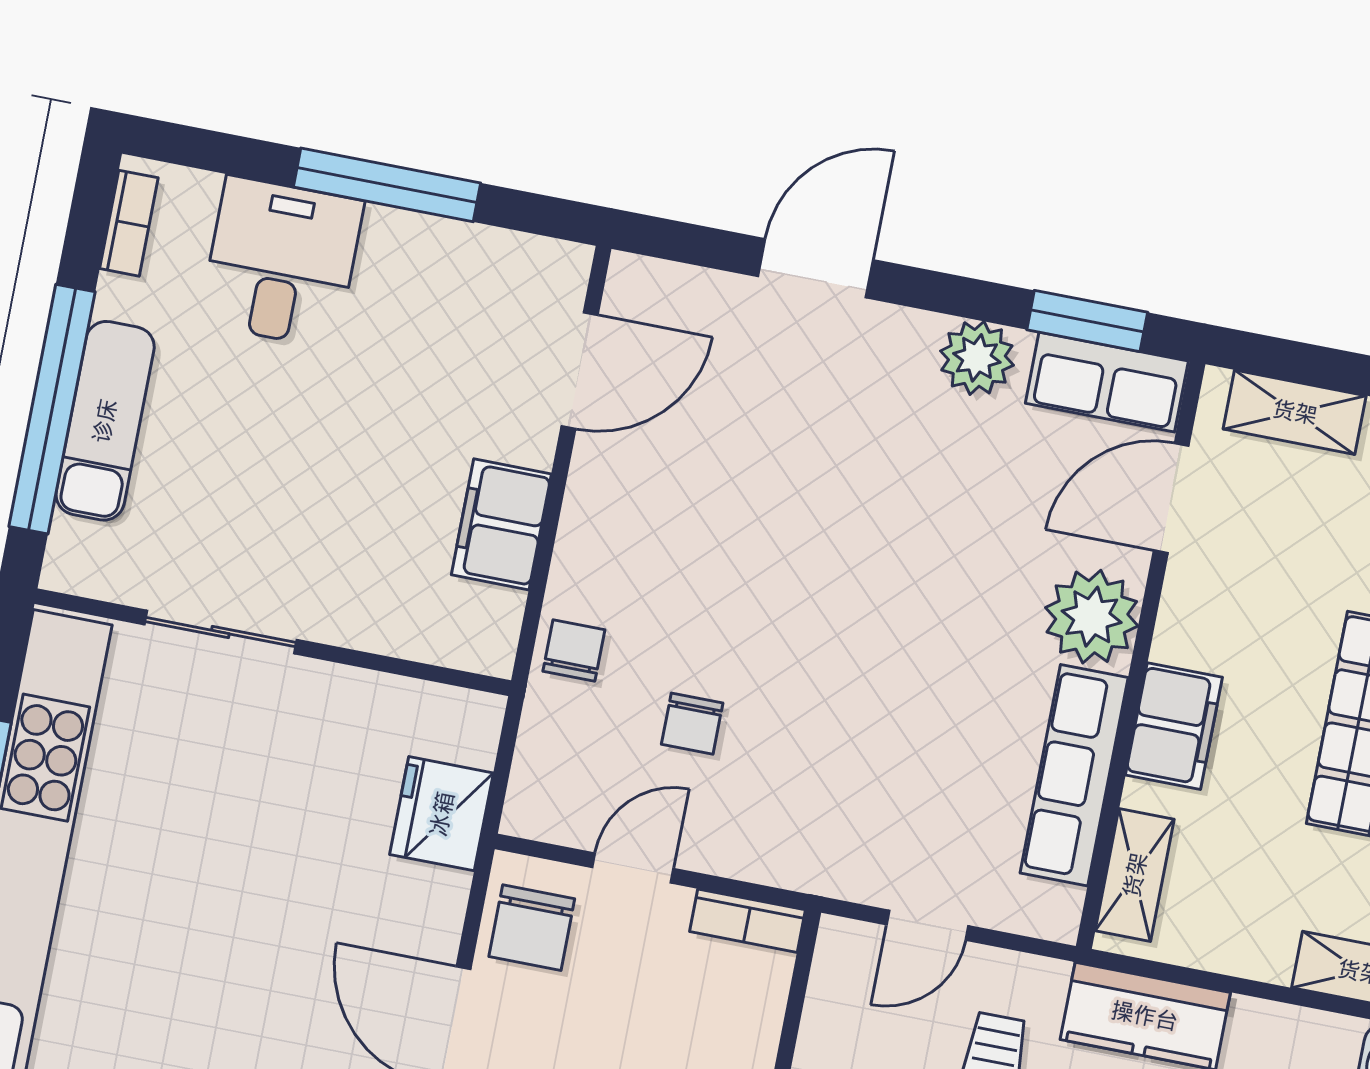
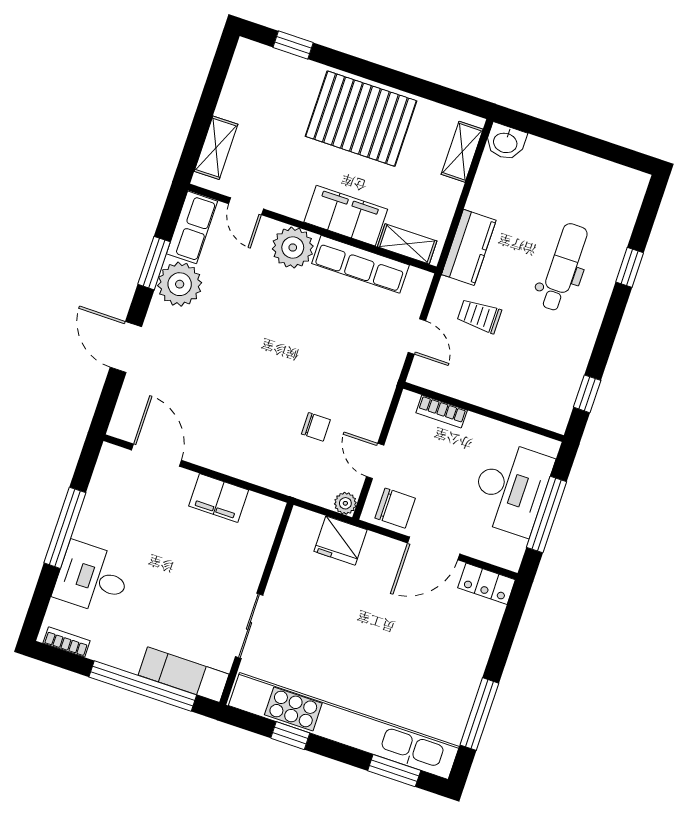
window: (1087, 321) -> (154, 263), moved
plant: (977, 358) -> (180, 284), width x1.36, depth x1.36
exam couch: (105, 421) -> (184, 675), moved
door: (1171, 498) -> (246, 206), width x0.73
chair: (574, 651) -> (277, 474), removed
filing cabinet: (1174, 726) -> (346, 216), width x1.50, depth x1.17
plant: (528, 813) -> (345, 503), added
bookcase: (747, 921) -> (442, 412), moved, turned 90

